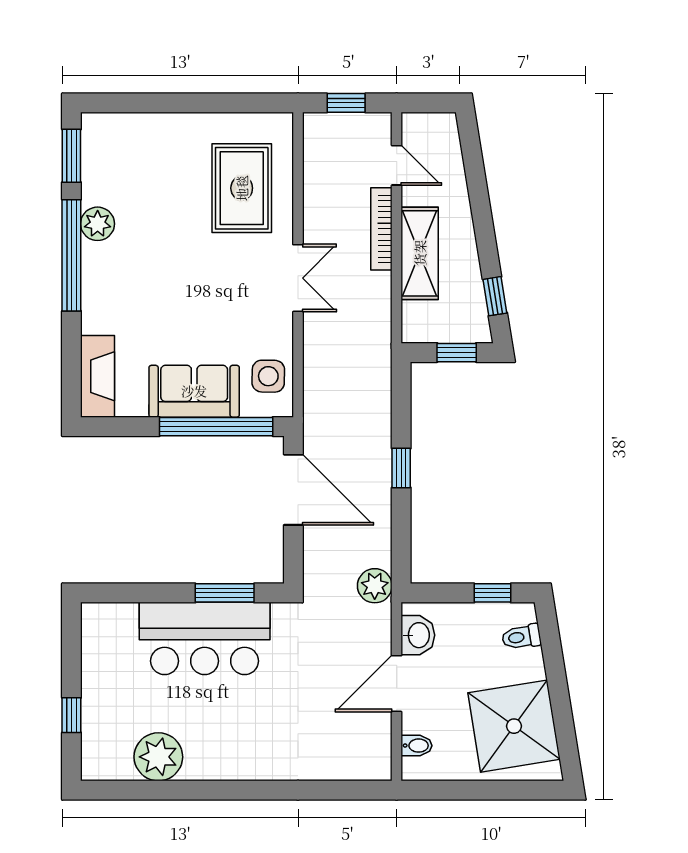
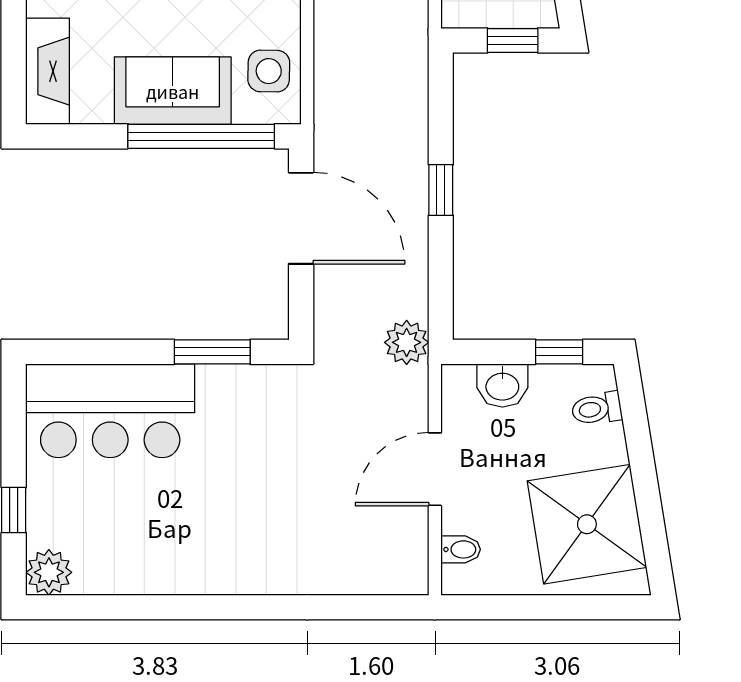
washbasin: (418, 635) -> (502, 385), moved, turned 90
bar counter: (205, 638) -> (110, 411), moved
plant: (158, 757) -> (49, 572), moved, width x0.73, depth x0.73

